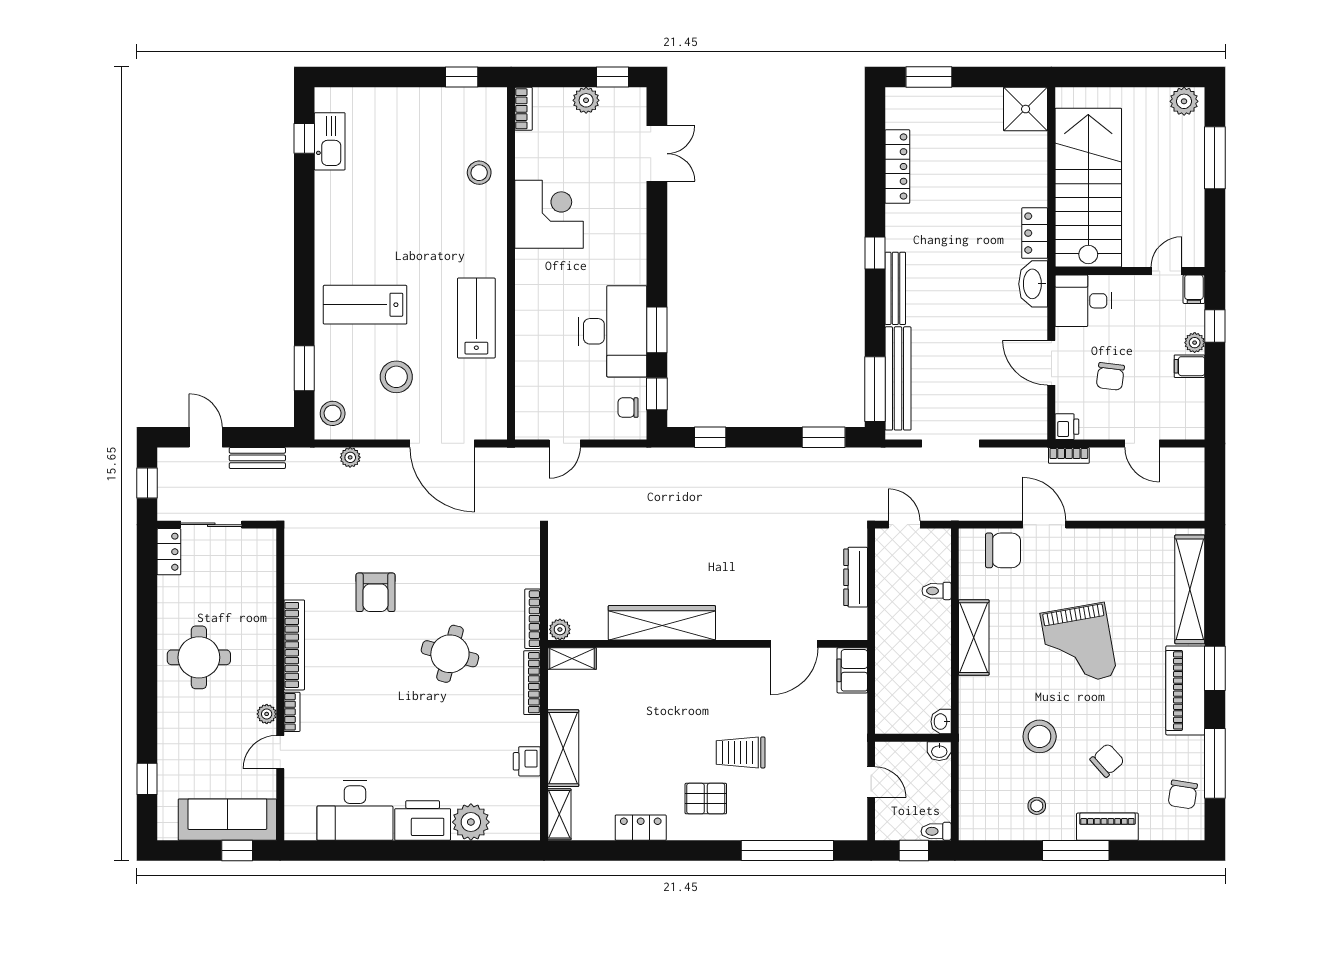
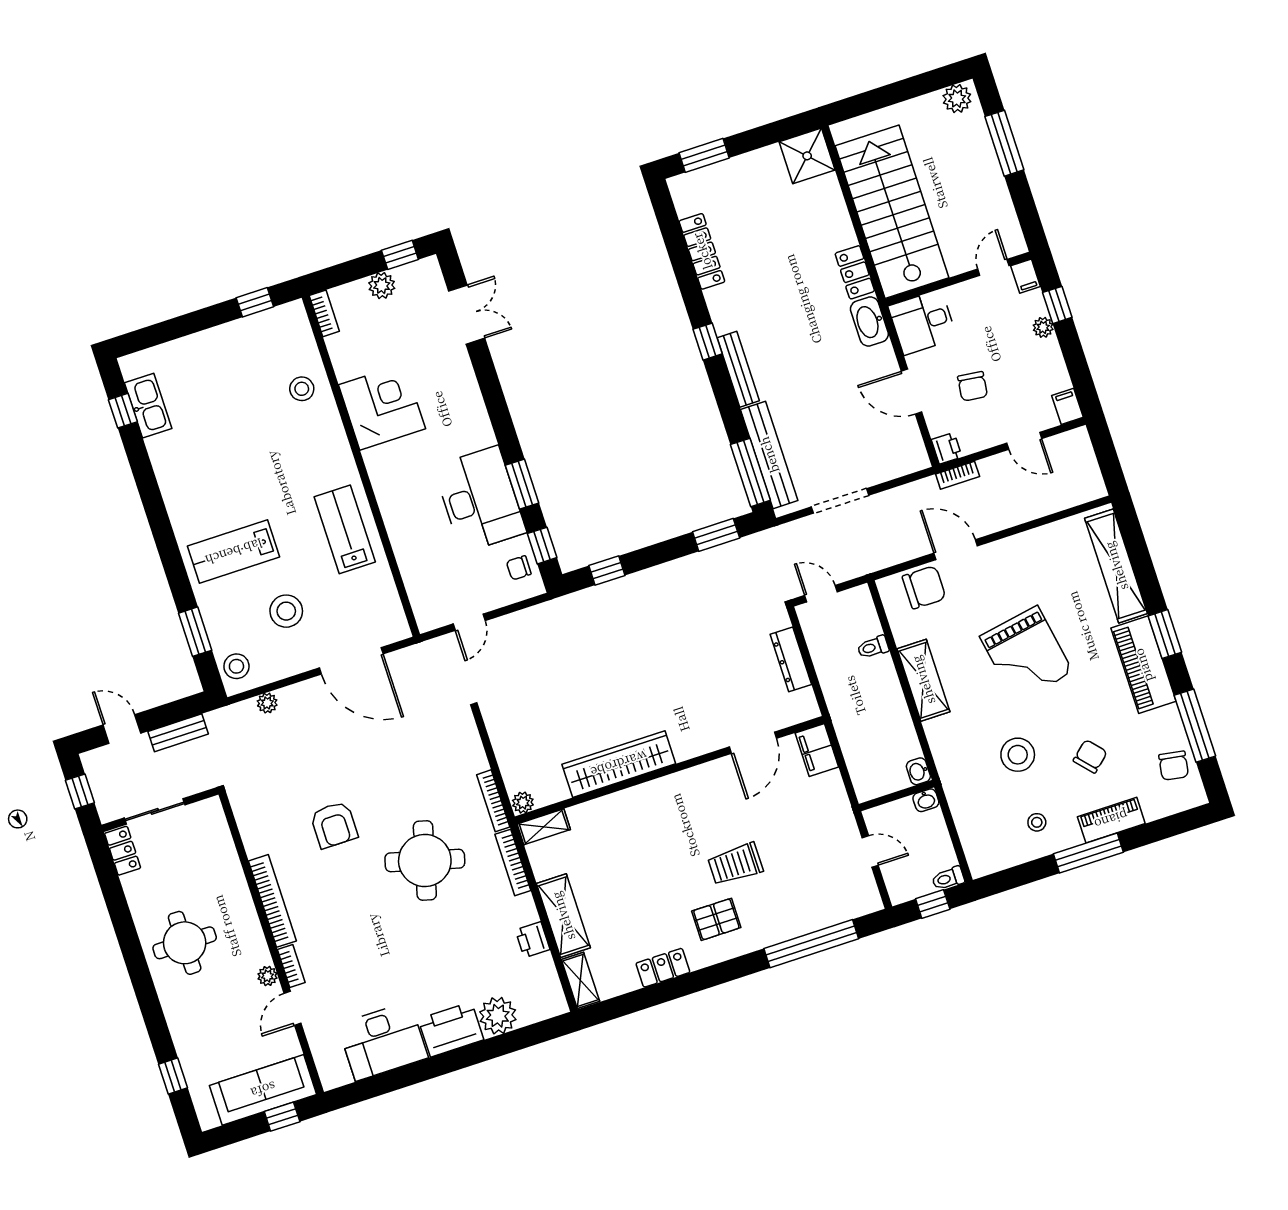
filing cabinet: (1189, 366) -> (1067, 406), moved, turned 90
round table: (450, 654) -> (425, 861), width x1.36, depth x1.36

